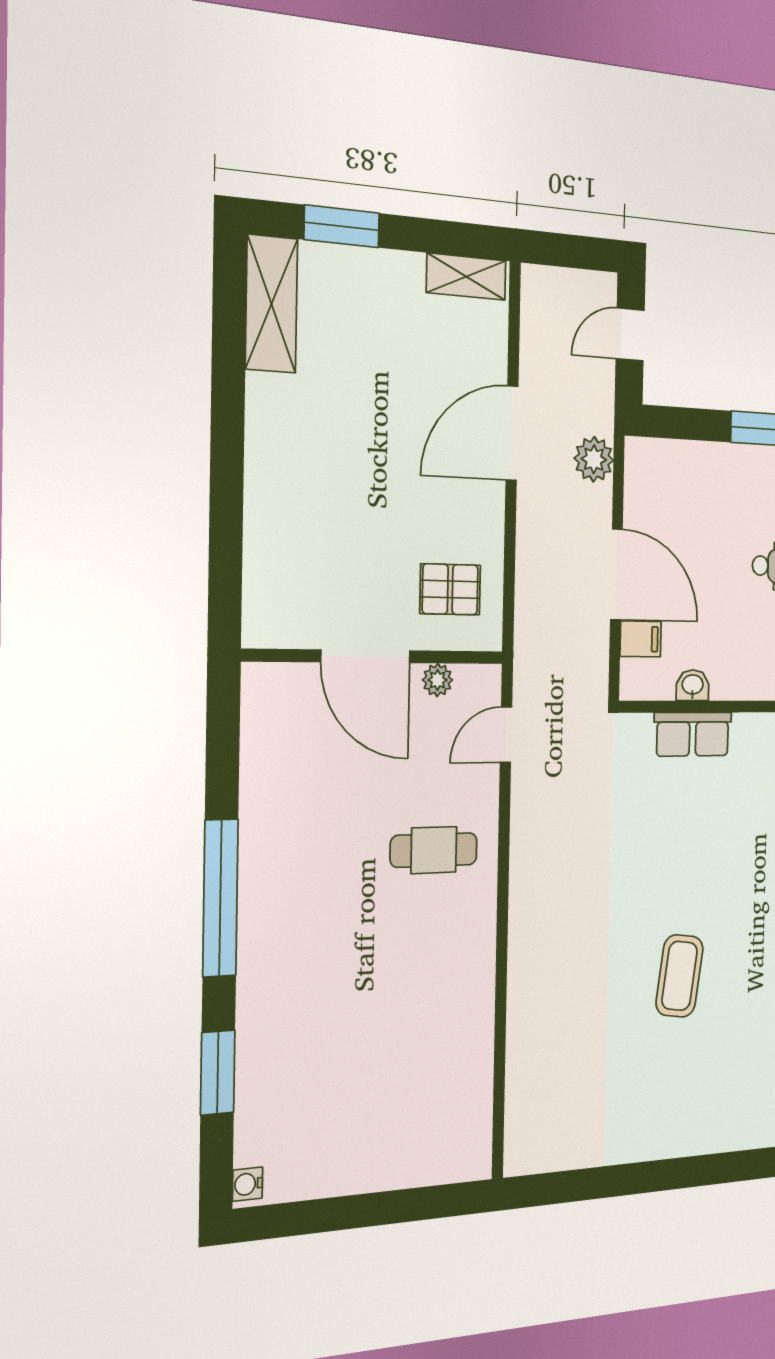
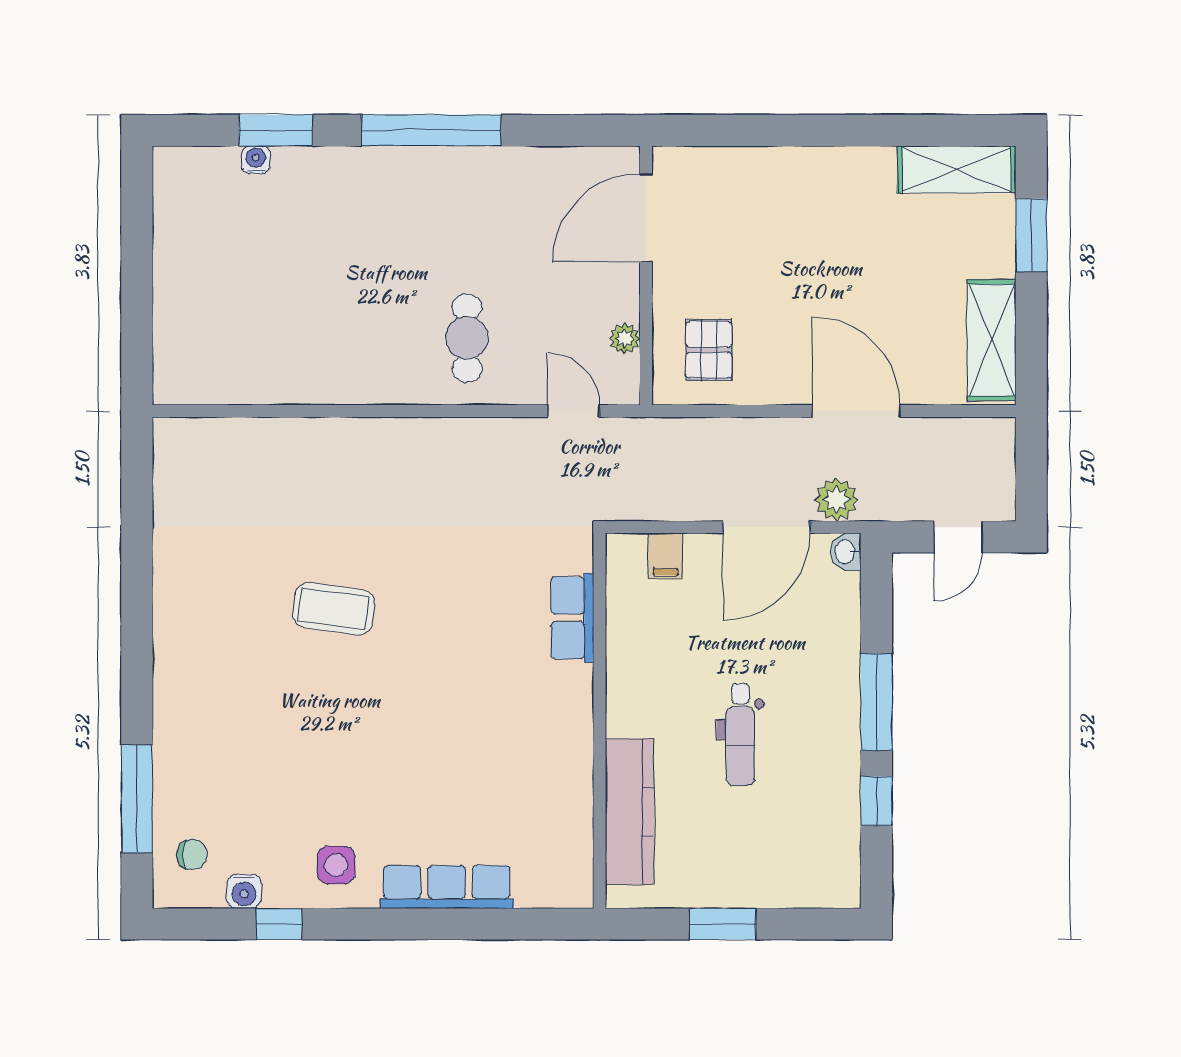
shelving: (466, 277) -> (992, 340), width x1.50, depth x1.33
door: (630, 334) -> (958, 537), swing flipped
door: (616, 574) -> (766, 527), moved
door: (366, 656) -> (646, 218), moved
washbasin: (693, 685) -> (846, 552), moved, turned 180
water cooler: (247, 1184) -> (256, 160), moved

